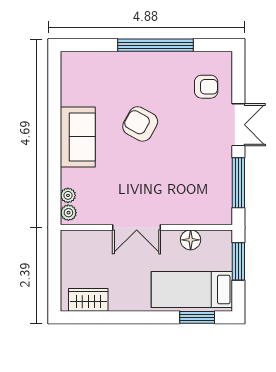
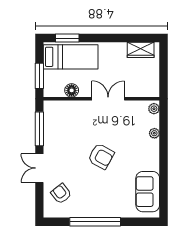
armchair: (206, 87) -> (61, 194), turned 52
armchair: (140, 124) -> (101, 156), moved
sofa: (78, 137) -> (148, 192), moved
plant: (68, 195) -> (154, 133), moved

